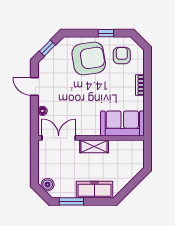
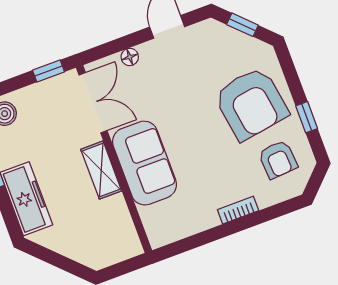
armchair: (122, 55) -> (278, 159), turned 86
sofa: (122, 123) -> (144, 163), moved
window: (34, 154) -> (48, 71), added

